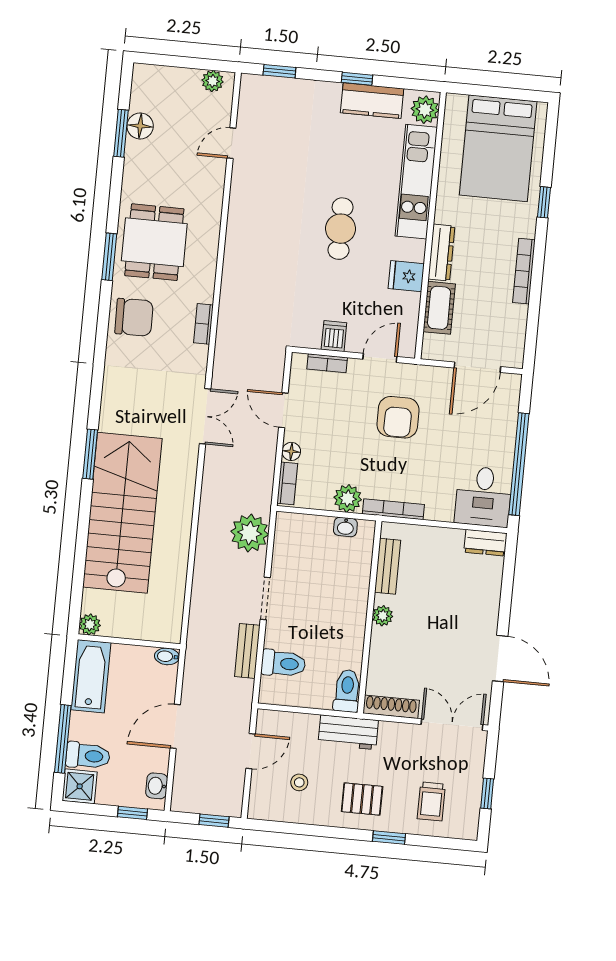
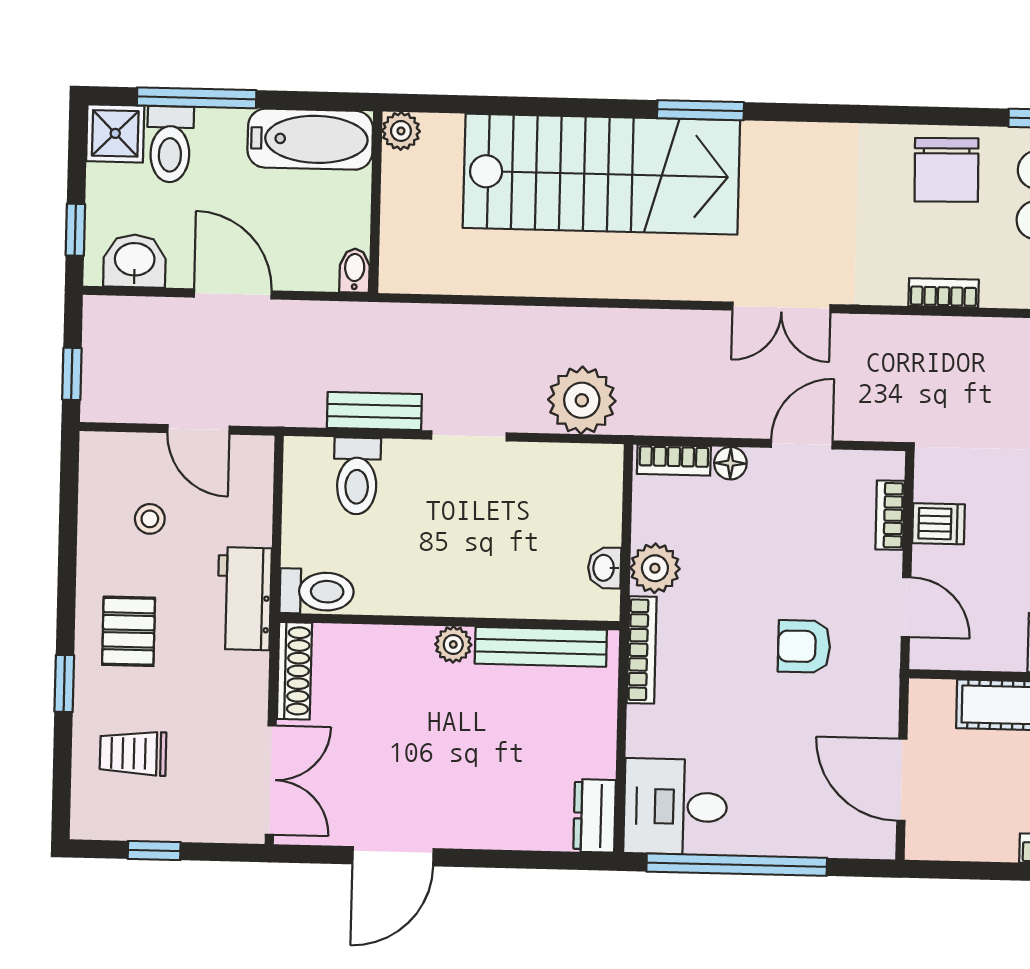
armchair: (398, 417) -> (804, 646), width x0.72, depth x0.72
bench: (388, 566) -> (541, 647), width x1.36
washbasin: (157, 786) -> (135, 261), width x1.38, depth x1.45

